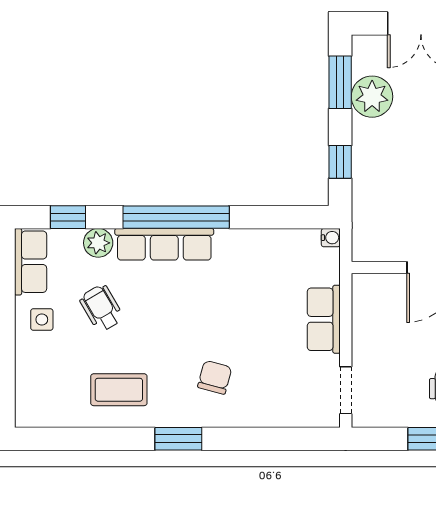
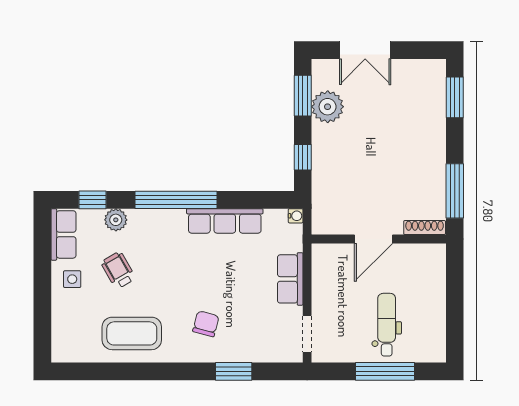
row of seats: (164, 244) -> (225, 221), moved
coffee table: (119, 390) -> (132, 333), width x1.36, depth x1.32
window: (178, 439) -> (234, 371), moved

